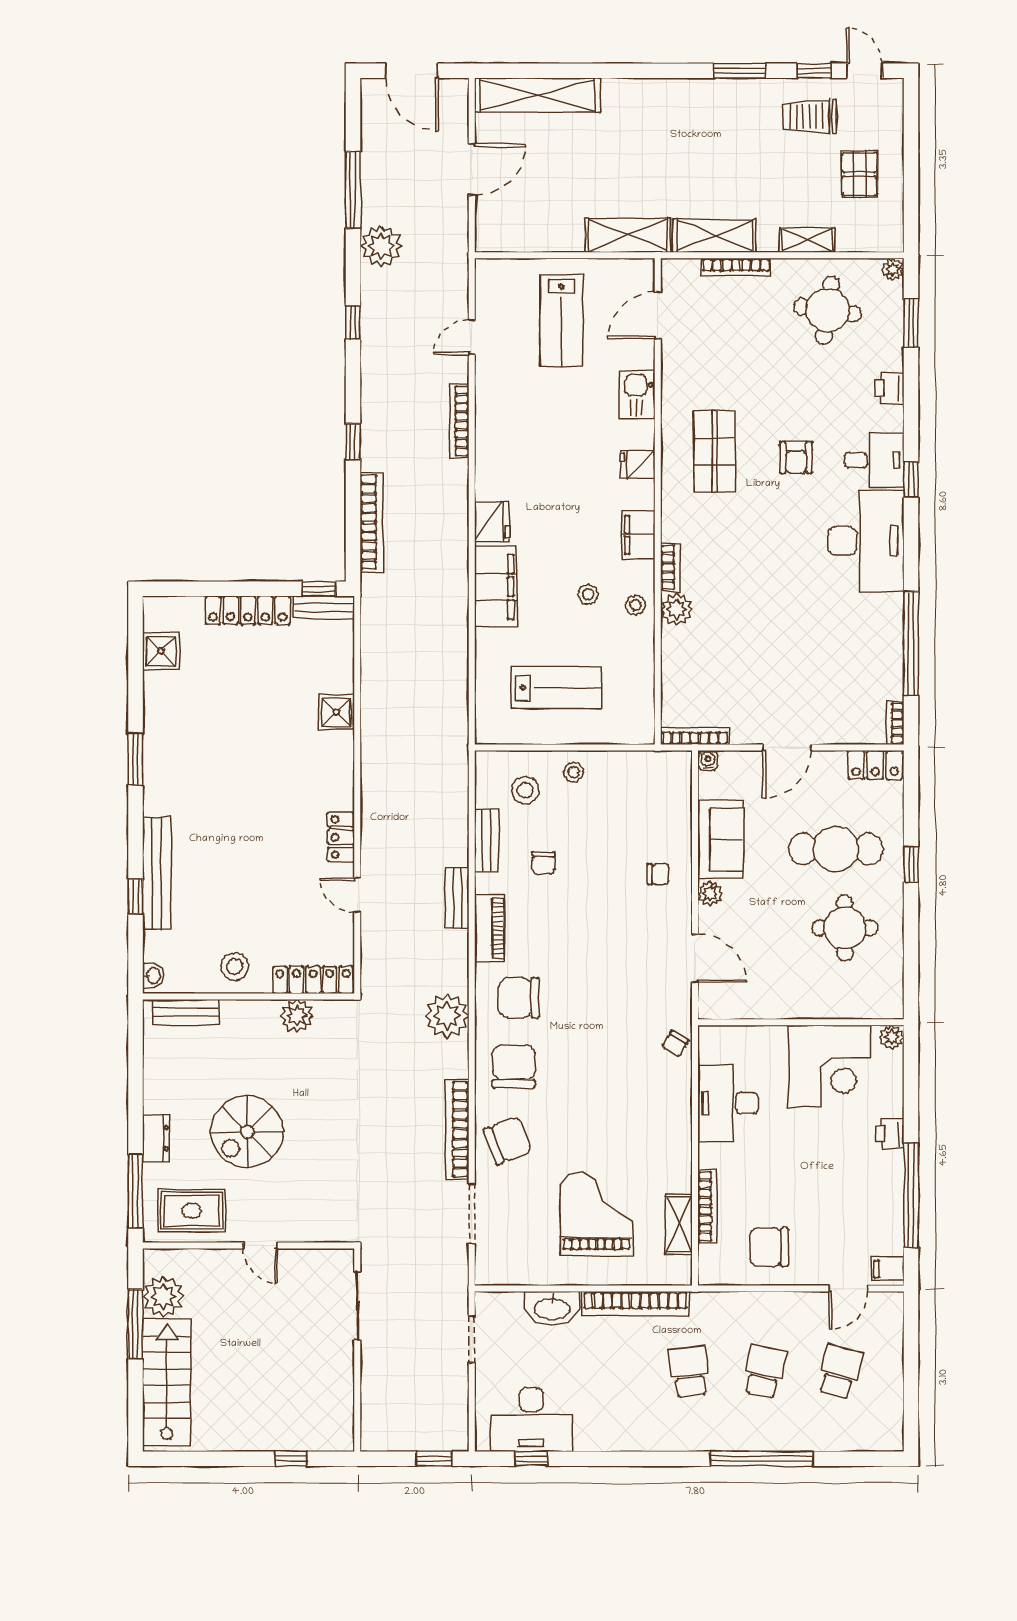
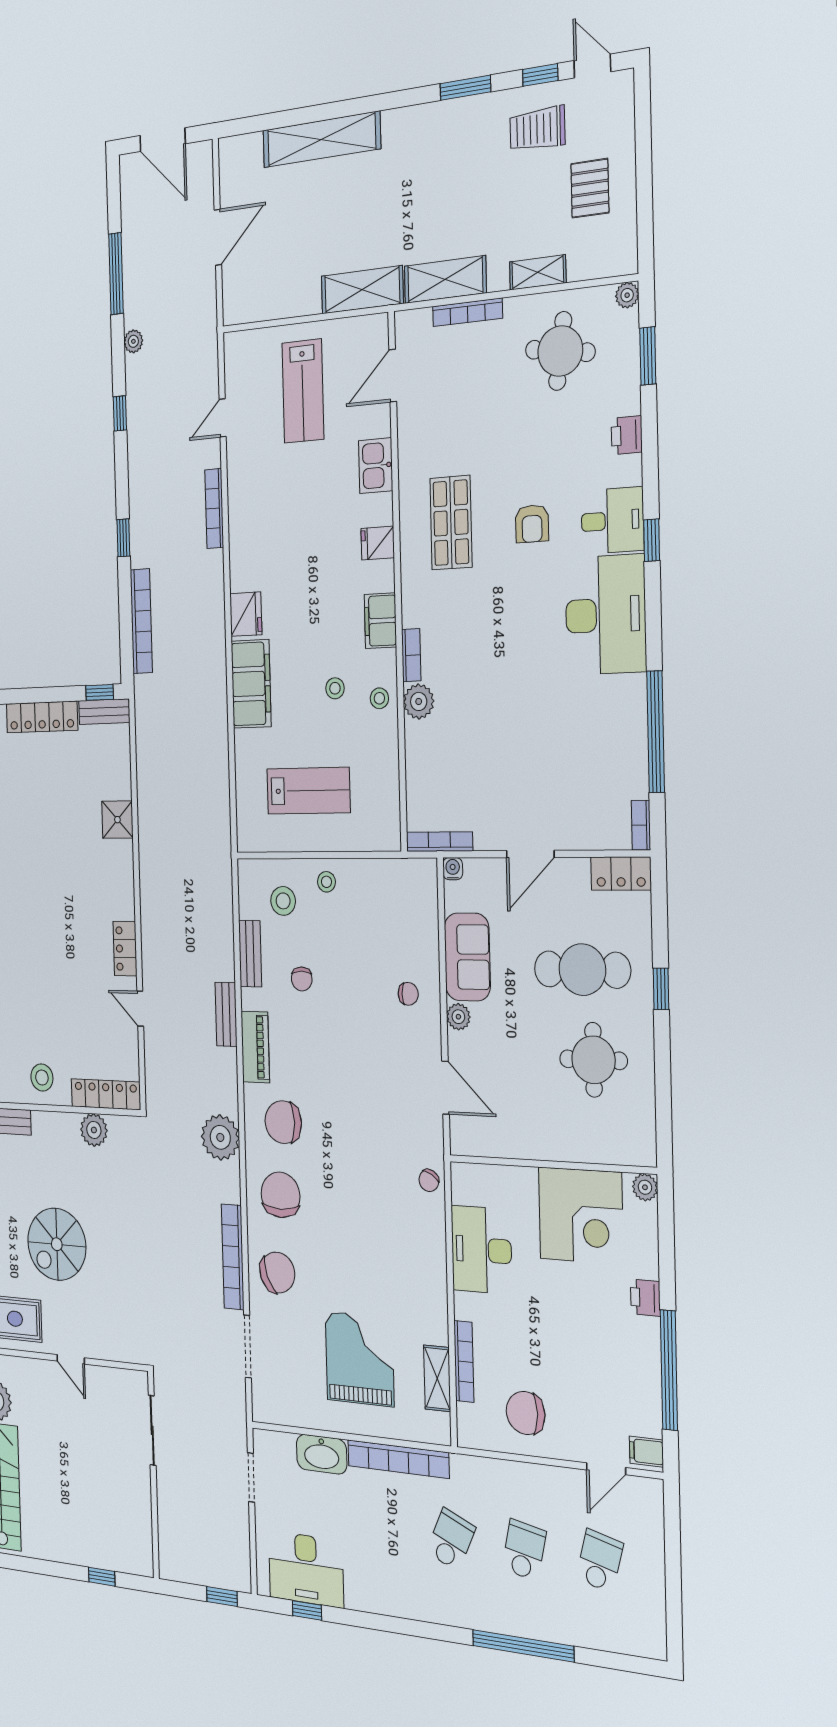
shelving: (537, 95) -> (321, 139), moved
plant: (381, 246) -> (133, 341), width x0.53, depth x0.53
school desk: (689, 1371) -> (451, 1540), turned 30

